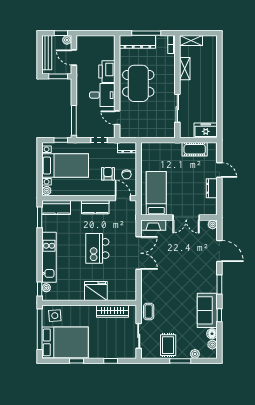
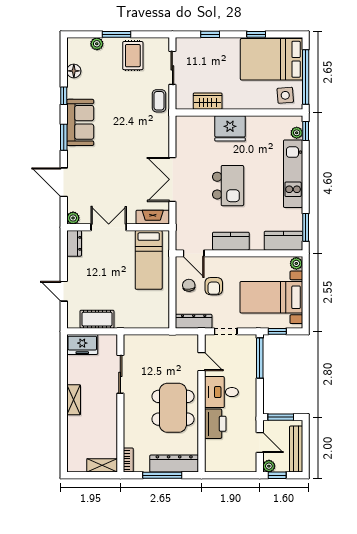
shelving: (185, 69) -> (74, 400), moved
dresser: (127, 148) -> (194, 321), width x1.44
dresser: (212, 188) -> (74, 243), moved
sofa: (207, 310) -> (80, 122), moved
wardrobe: (113, 311) -> (208, 101), width x0.67
plant: (212, 345) -> (73, 56), removed

